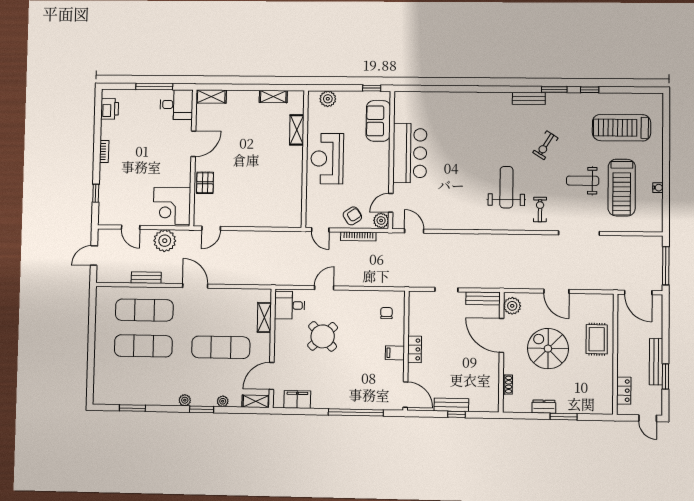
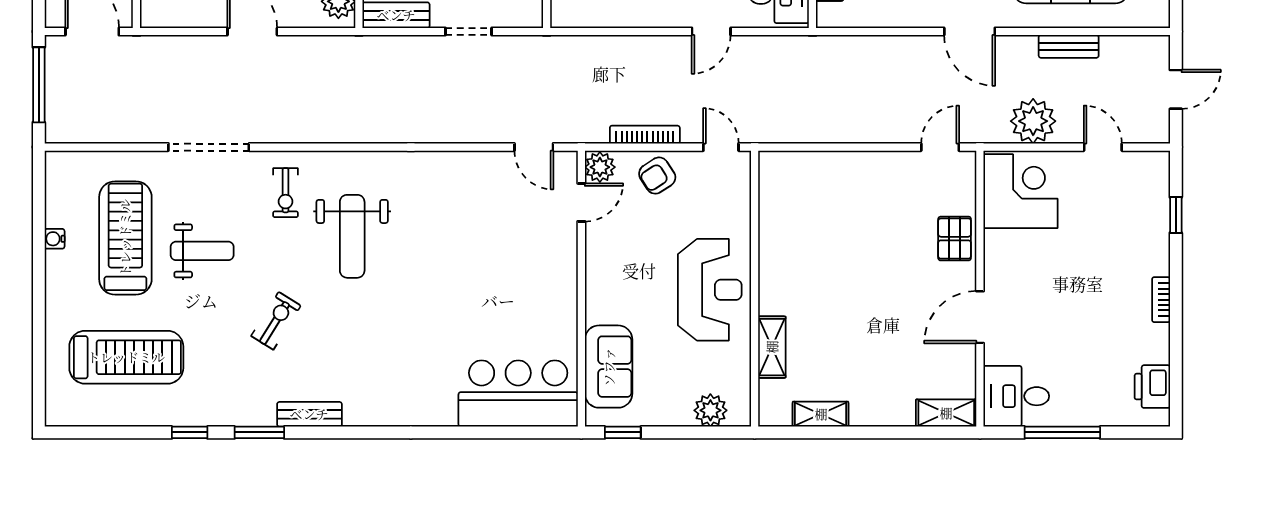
bar counter: (410, 153) -> (518, 394), moved, turned 90

